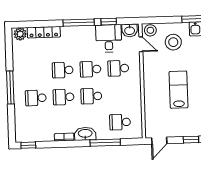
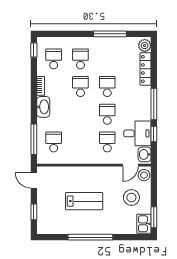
window: (10, 87) -> (110, 34), moved
school desk: (91, 96) -> (54, 59), moved
window: (105, 143) -> (34, 139), moved

